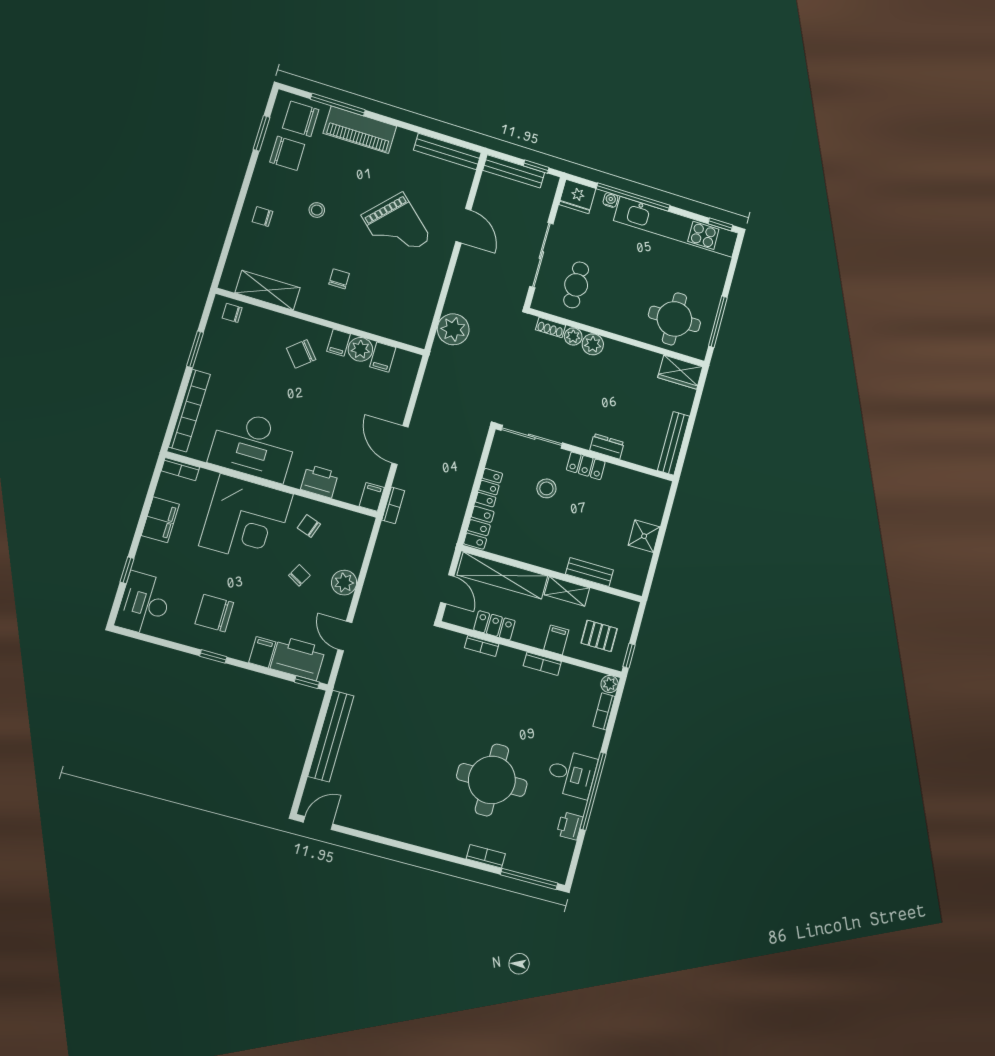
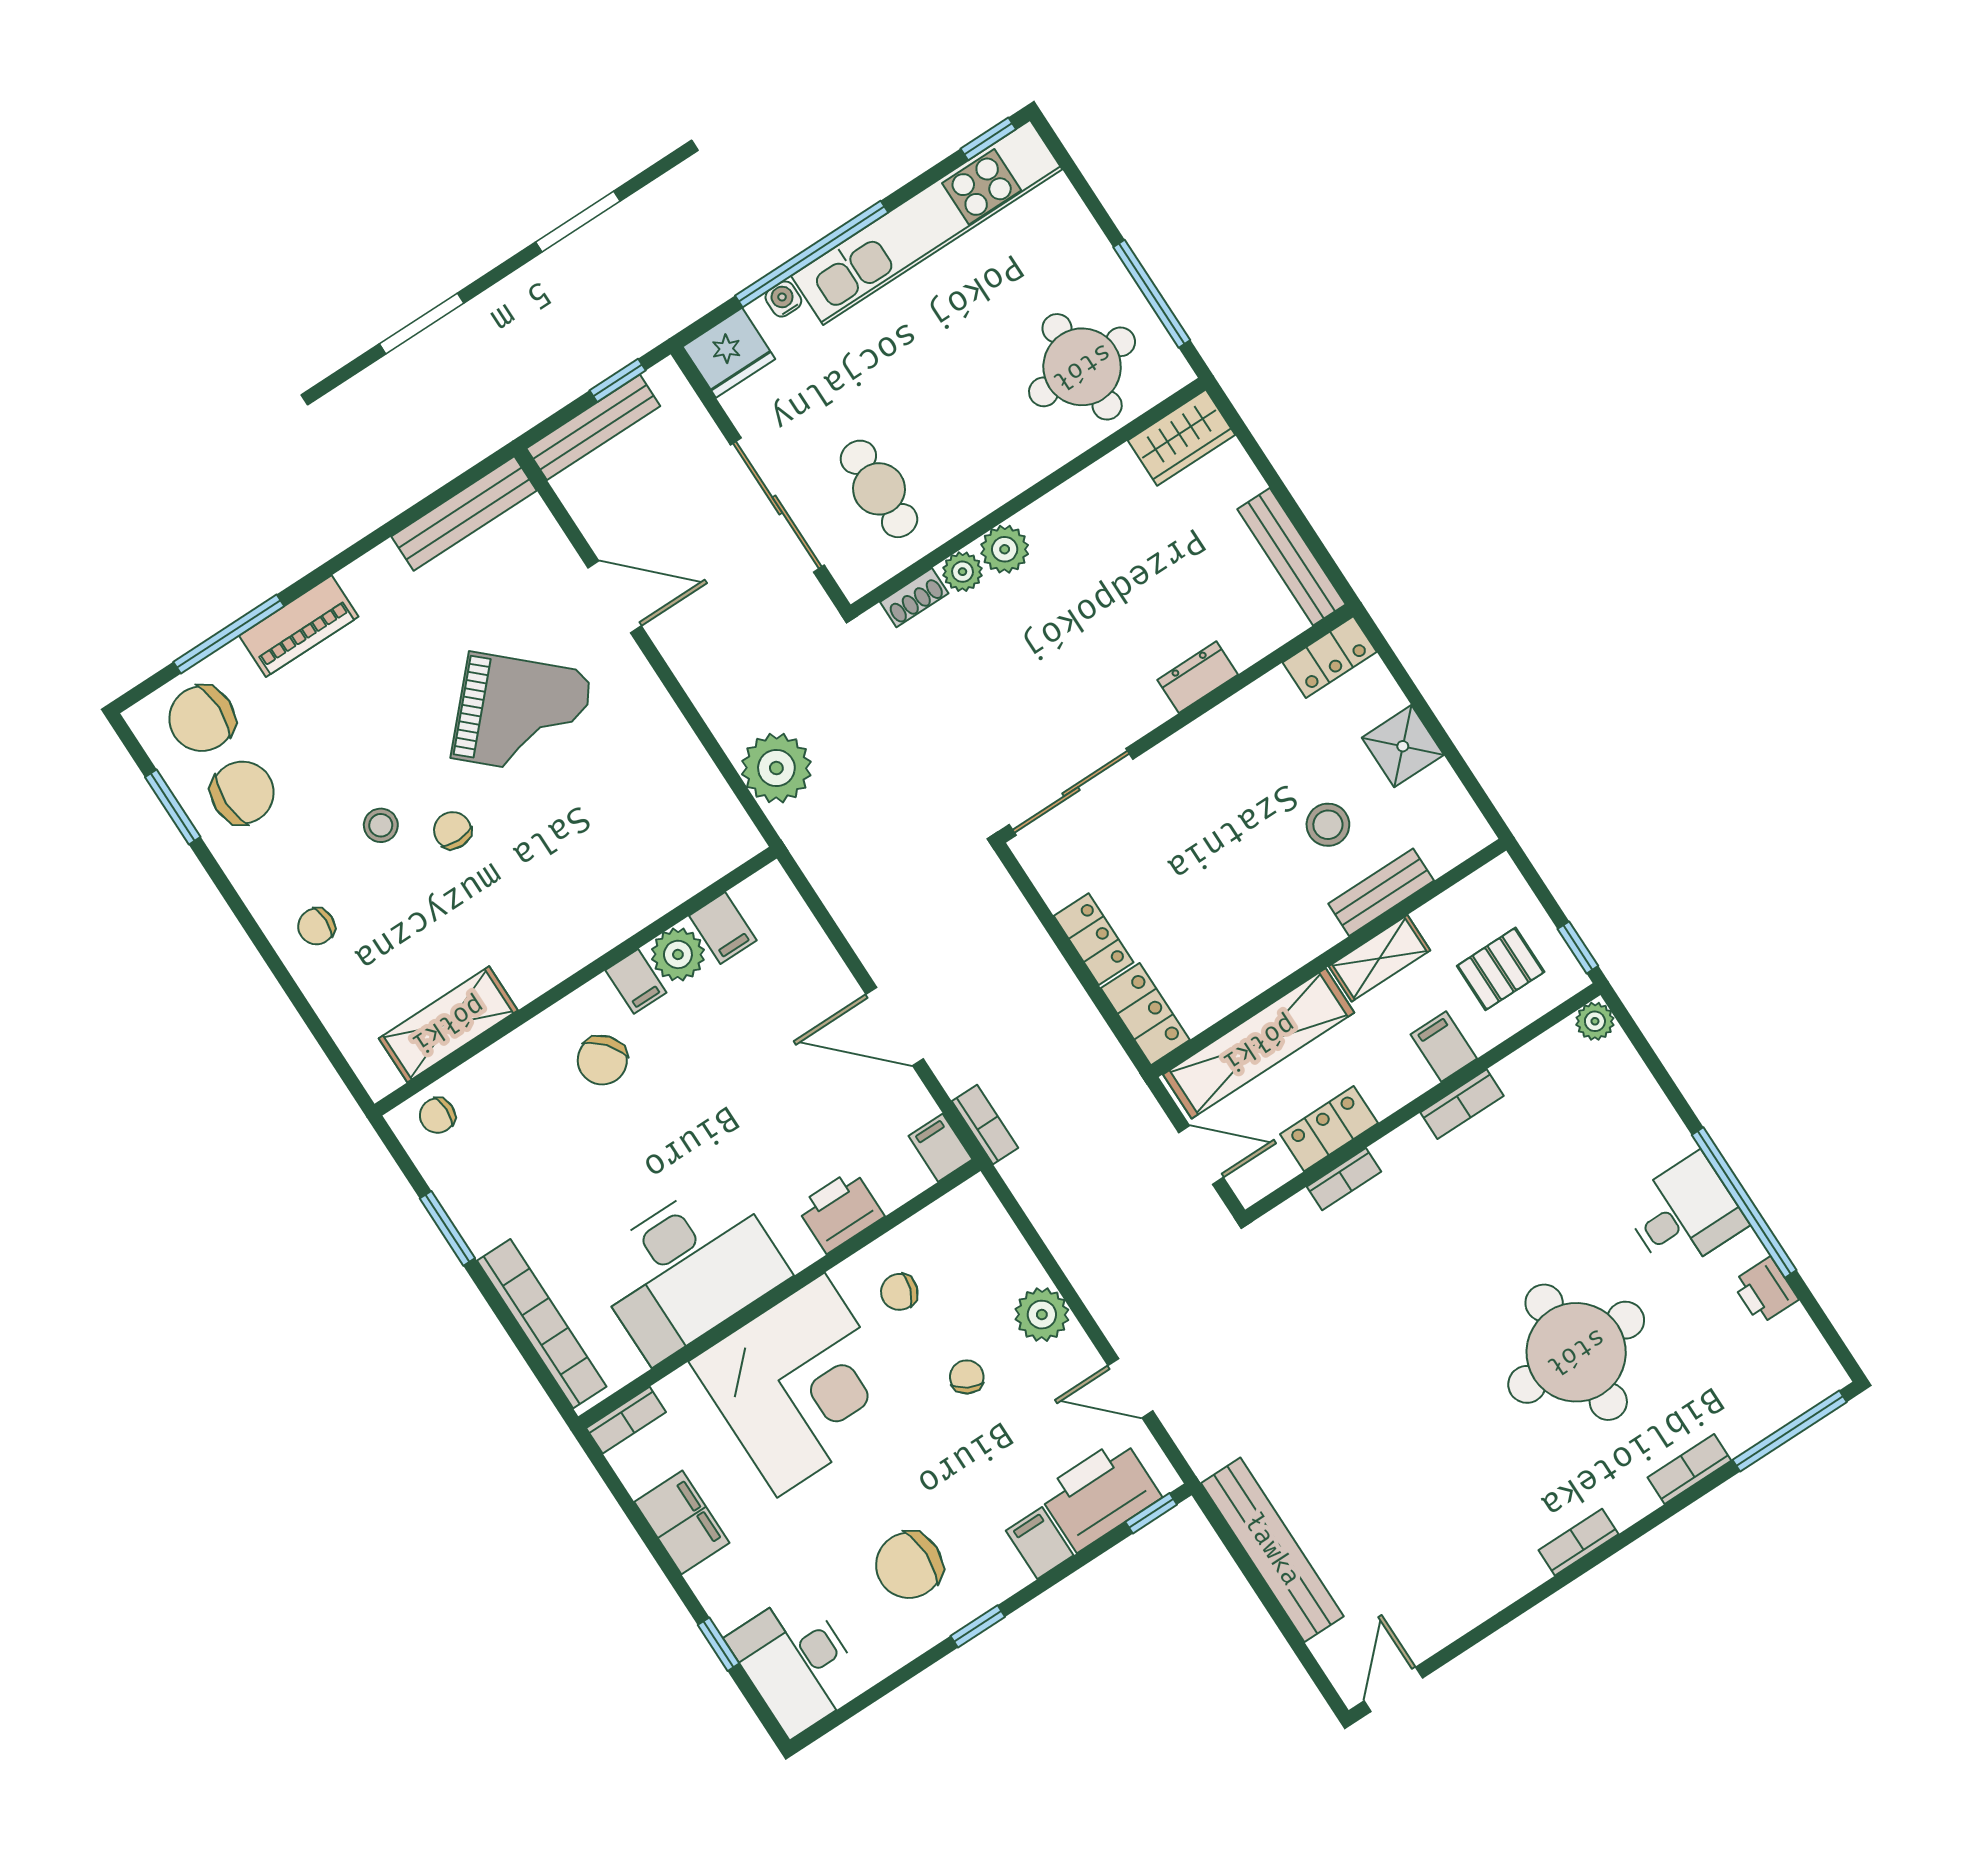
piano: (360, 130) -> (299, 626), width x0.73, depth x0.75
chair: (339, 279) -> (453, 830), moved
locker: (586, 466) -> (1330, 657), moved
stool: (546, 488) -> (1328, 825), moved
bookcase: (604, 711) -> (1579, 1542), moved, turned 90

